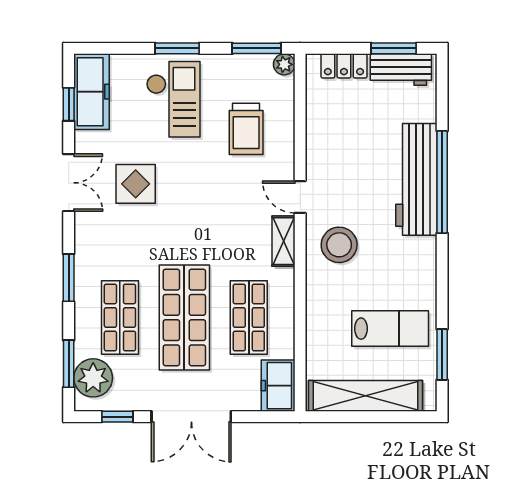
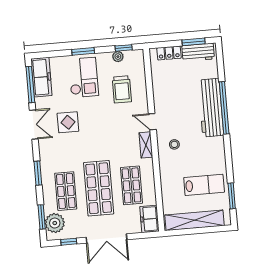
window: (256, 48) -> (124, 48), width x0.67
plant: (284, 64) -> (118, 57), moved
window: (69, 104) -> (30, 85), width x2.17
stool: (339, 245) -> (174, 144), width x0.53, depth x0.53

